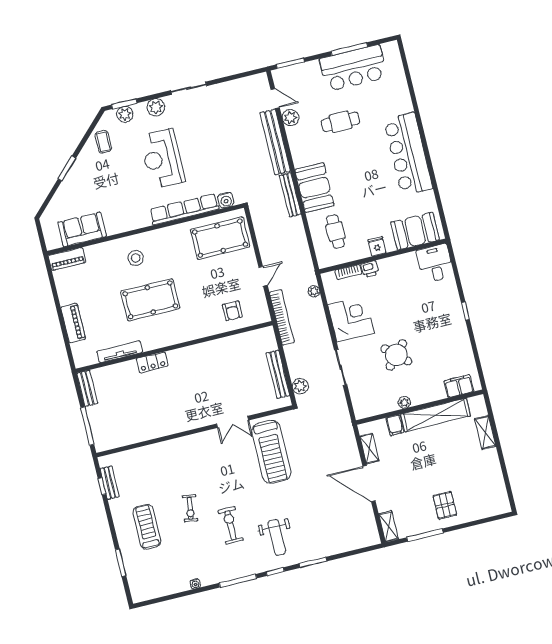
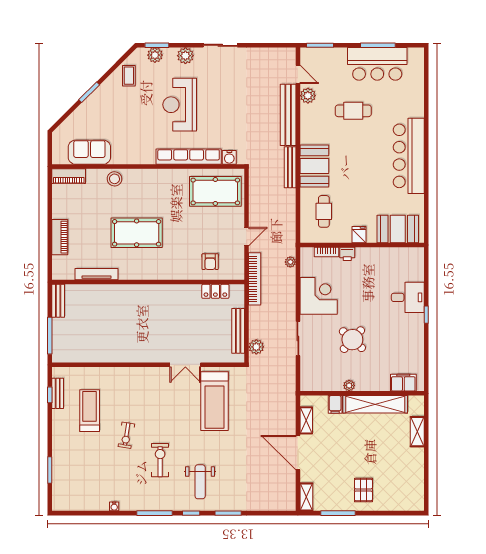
stool: (136, 258) -> (114, 179), moved
desk: (435, 263) -> (408, 297), moved, turned 90
locker: (152, 362) -> (215, 291), moved
treadmill: (147, 527) -> (90, 411), moved

